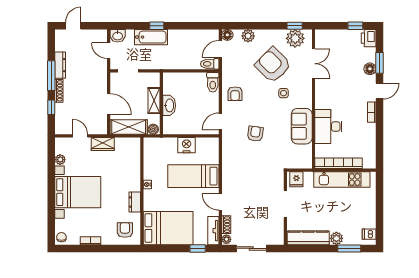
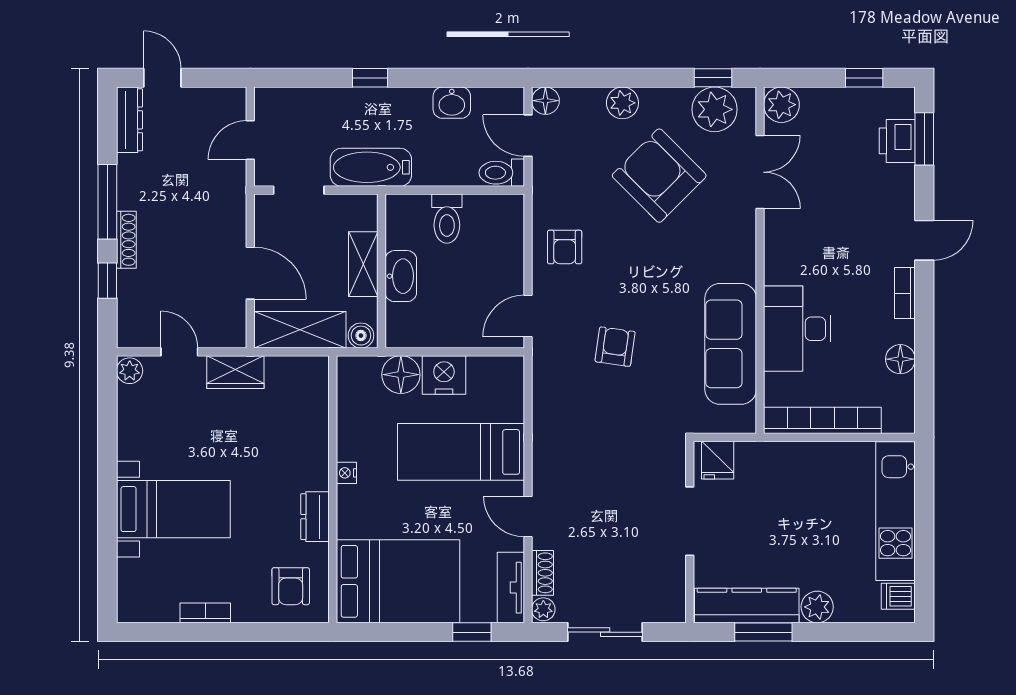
door: (73, 26) -> (162, 78), hinge flipped
washbasin: (118, 36) -> (452, 103), moved
plant: (248, 36) -> (622, 103), moved
bathtub: (151, 37) -> (371, 167), moved, turned 180
plant: (322, 37) -> (781, 105), added
printer: (369, 38) -> (897, 141), moved
door: (220, 49) -> (528, 136), hinge flipped
door: (109, 51) -> (250, 140), hinge flipped
window: (379, 63) -> (924, 139), moved
dresser: (60, 65) -> (129, 120), moved
floor lamp: (370, 69) -> (900, 359), moved
toilet: (213, 82) -> (447, 219), moved
side table: (284, 93) -> (685, 246), removed
sofa: (302, 126) -> (731, 344), width x1.36
floor lamp: (169, 145) -> (401, 375), added
plant: (60, 160) -> (130, 371), moved
kitchen unit: (342, 180) -> (895, 511), moved, turned 90
bed with nightstands: (78, 192) -> (173, 509), width x0.73
armchair: (125, 230) -> (291, 586), turned 180
chair: (61, 237) -> (133, 604), removed
window: (349, 248) -> (763, 632), moved

